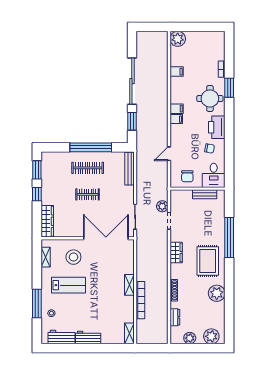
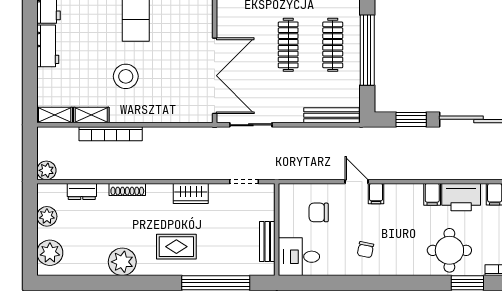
filing cabinet: (176, 119) -> (376, 194), moved
printer: (217, 127) -> (461, 197), moved, turned 180
desk: (214, 175) -> (299, 257), moved
wall: (198, 189) -> (277, 230), moved
clothes rail: (88, 194) -> (288, 45), width x1.36
bench: (205, 194) -> (267, 242), moved
plant: (162, 206) -> (46, 170), moved
stool: (73, 257) -> (126, 76), moved
rug: (208, 261) -> (176, 247), width x0.73, depth x0.70
shelving: (129, 285) -> (91, 115), moved

